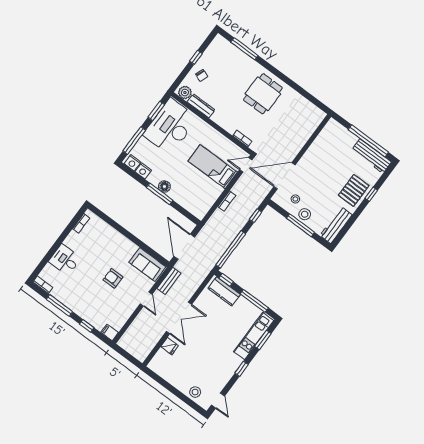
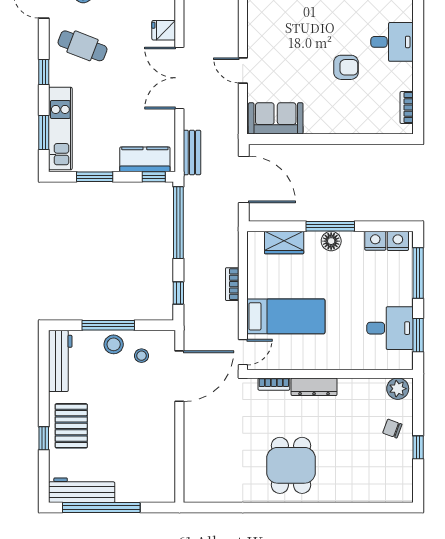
window: (244, 49) -> (361, 508), removed
dresser: (201, 106) -> (314, 387), moved
desk: (170, 127) -> (390, 328), width x0.53, depth x0.77
wardrobe: (187, 202) -> (284, 243), added
armchair: (113, 278) -> (346, 67), moved
bench: (169, 281) -> (192, 153), moved
window: (254, 301) -> (95, 177), width x0.69
cafe table: (214, 368) -> (83, 46), added

